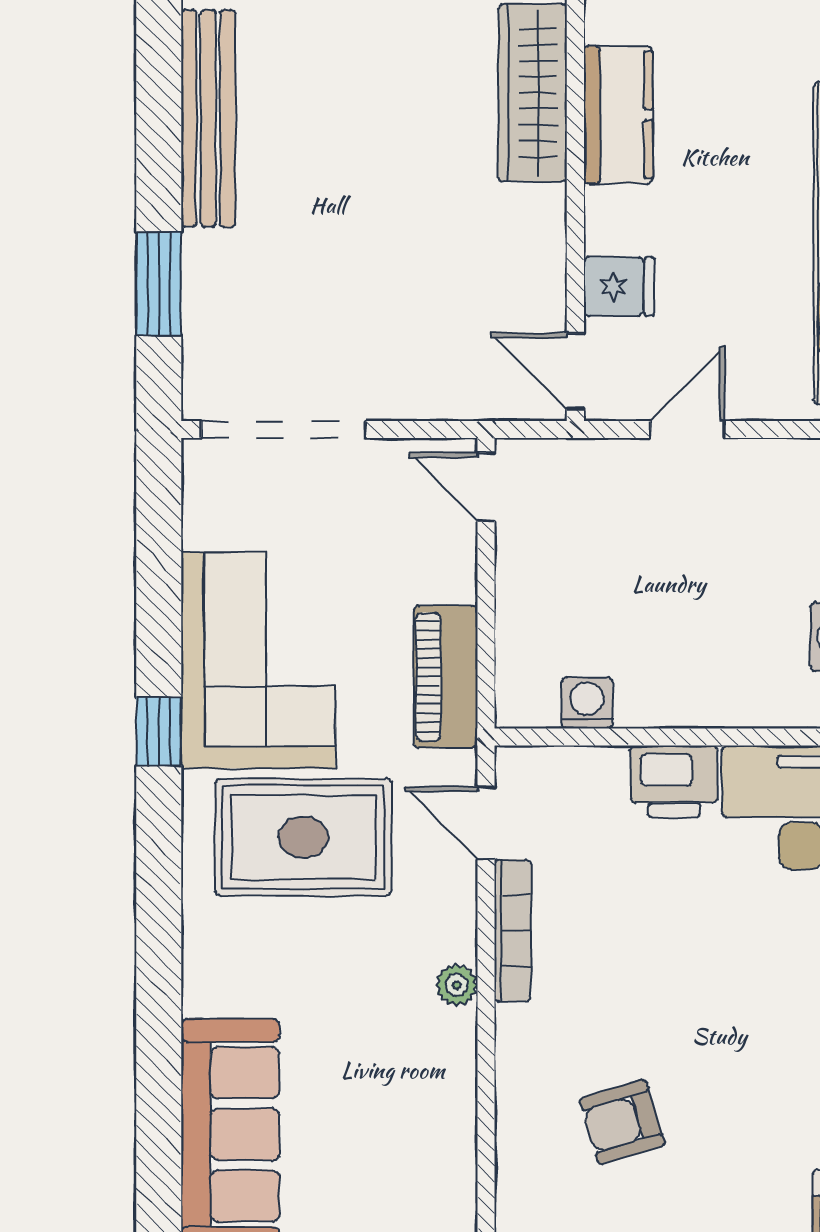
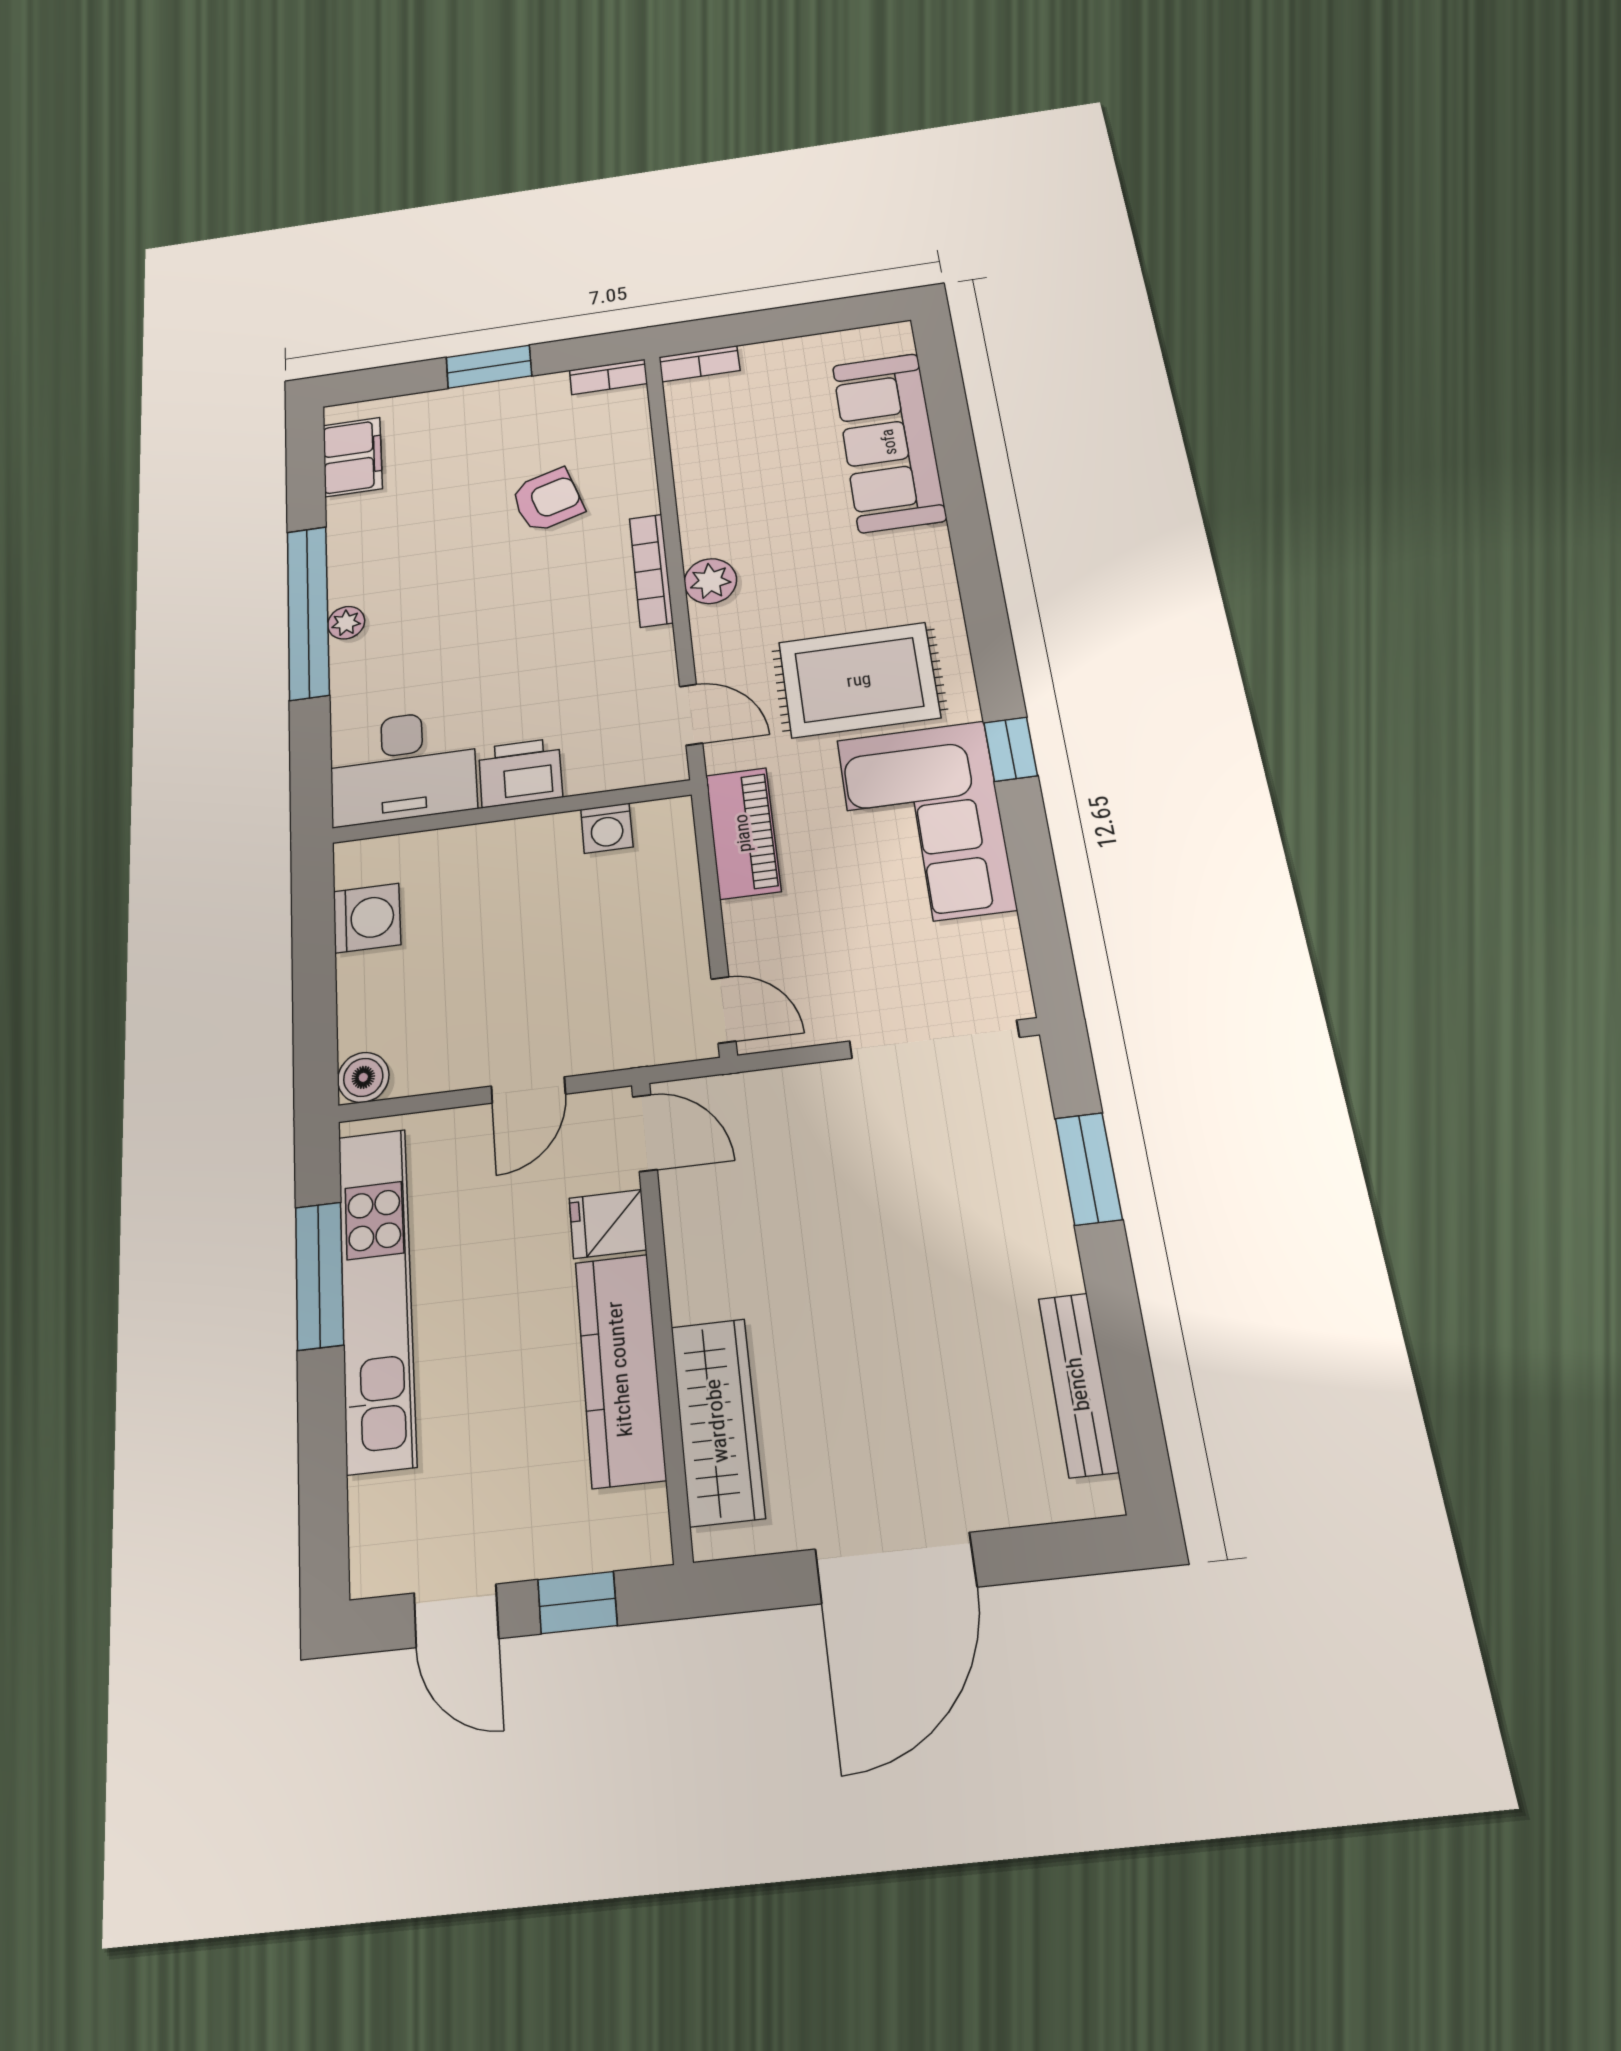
kitchen counter: (618, 115) -> (620, 1369), width x1.50
bench: (208, 118) -> (1078, 1384), width x0.73, depth x0.82
bookcase: (513, 931) -> (651, 570), moved
plant: (457, 985) -> (710, 581), width x1.38, depth x1.38

